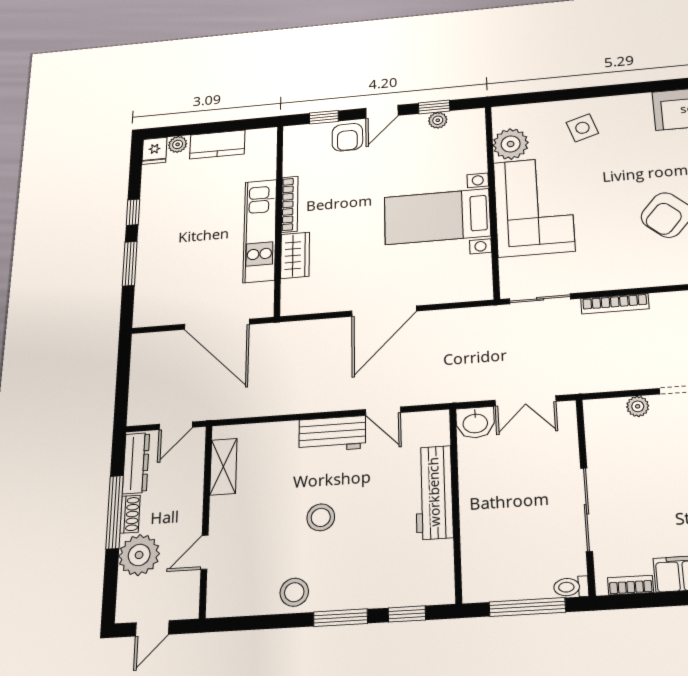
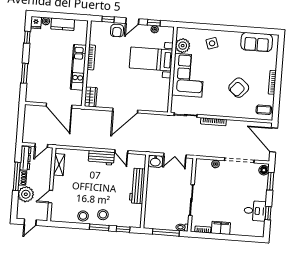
window: (133, 212) -> (27, 37), moved
bed with nightstands: (437, 217) -> (151, 59), moved
wardrobe: (295, 255) -> (91, 97), moved
stool: (321, 517) -> (103, 215), moved

